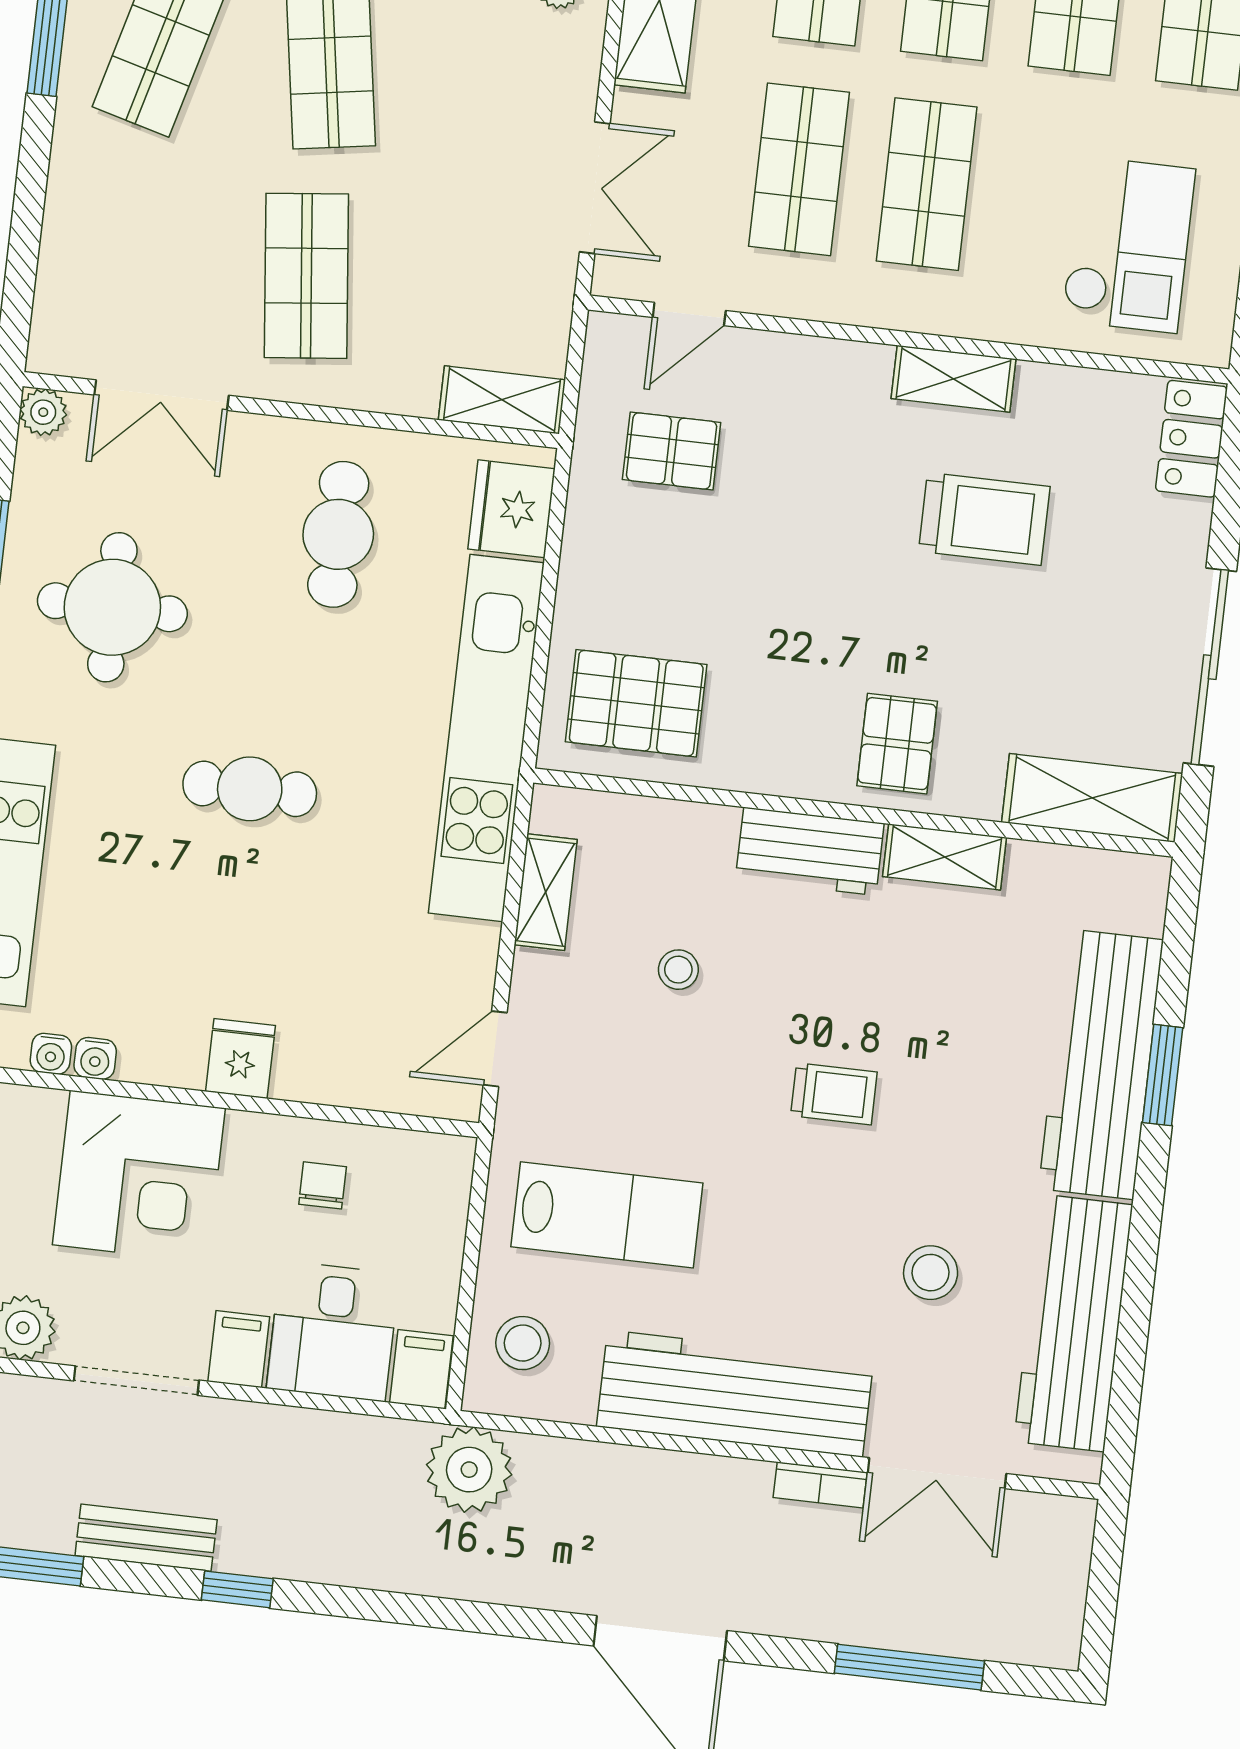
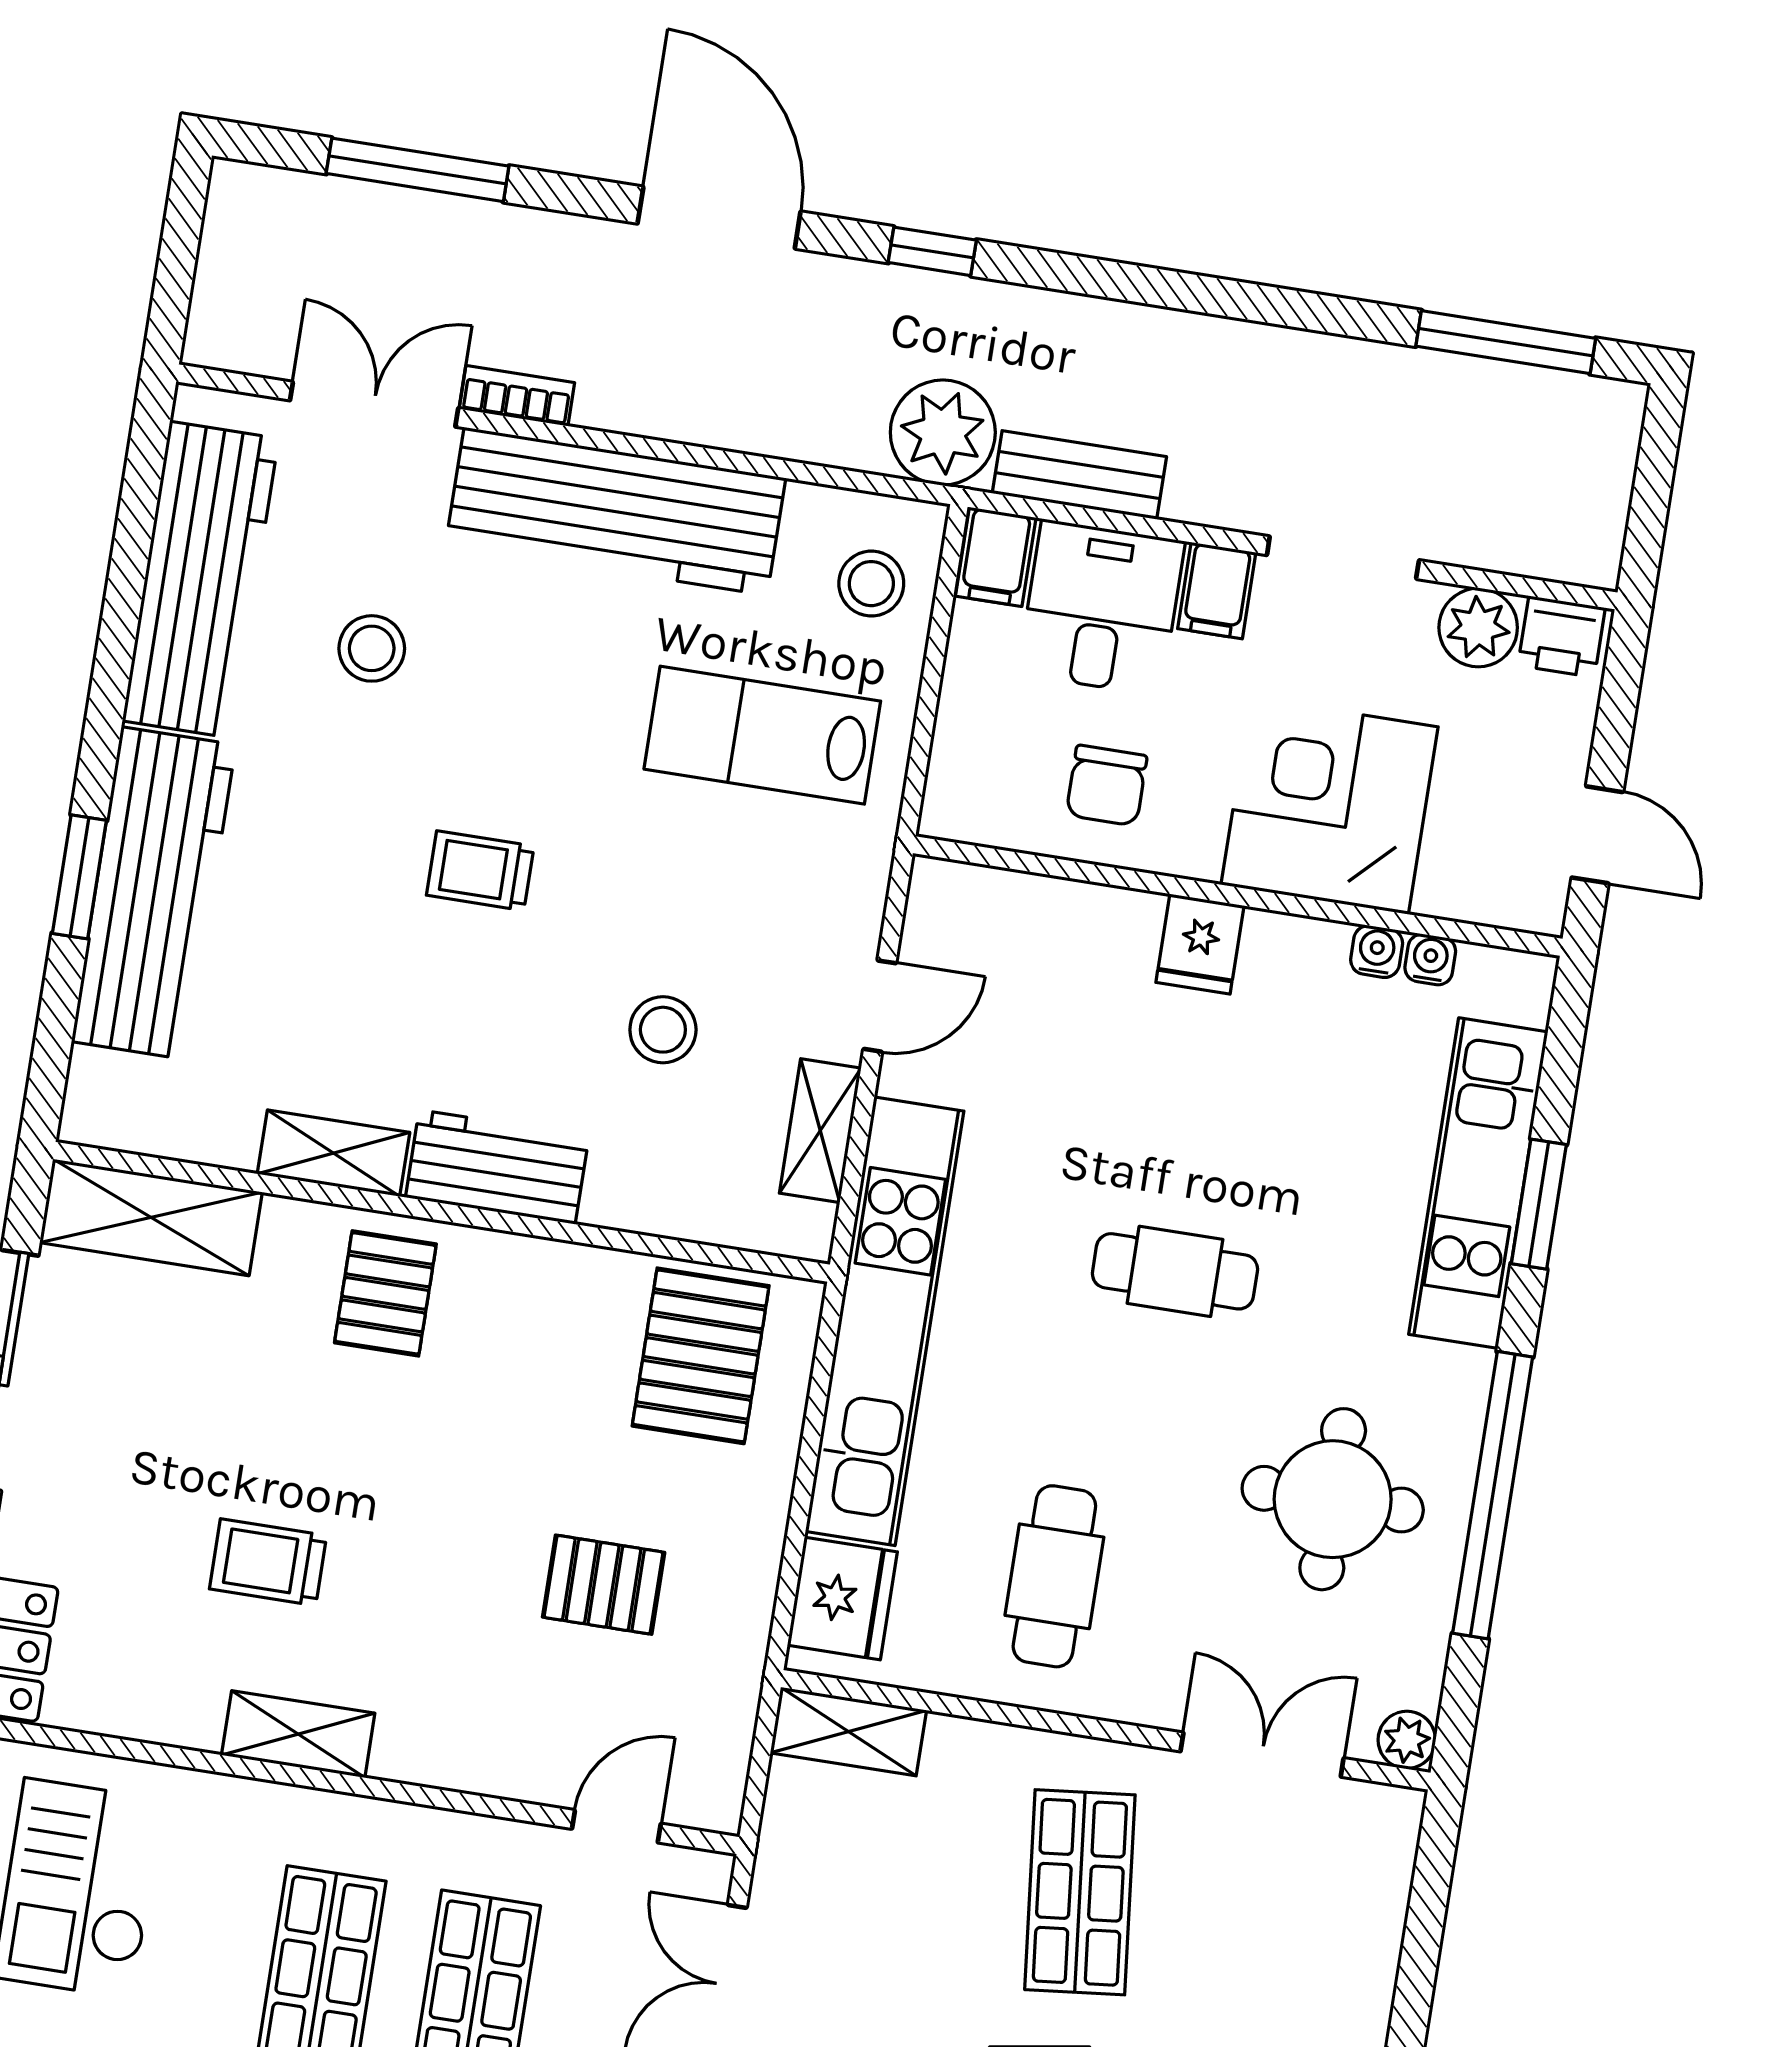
pallet: (672, 451) -> (604, 1585), moved
trolley: (984, 519) -> (268, 1562), width x0.73, depth x0.72
pallet: (636, 703) -> (701, 1356), turned 90
stool: (678, 970) -> (663, 1030), width x1.37, depth x1.37
door: (495, 1049) -> (880, 1006), moved
chair: (323, 1185) -> (1107, 785), width x1.37, depth x1.37
bench: (146, 1538) -> (1079, 475), moved
window: (237, 1589) -> (932, 251), moved

